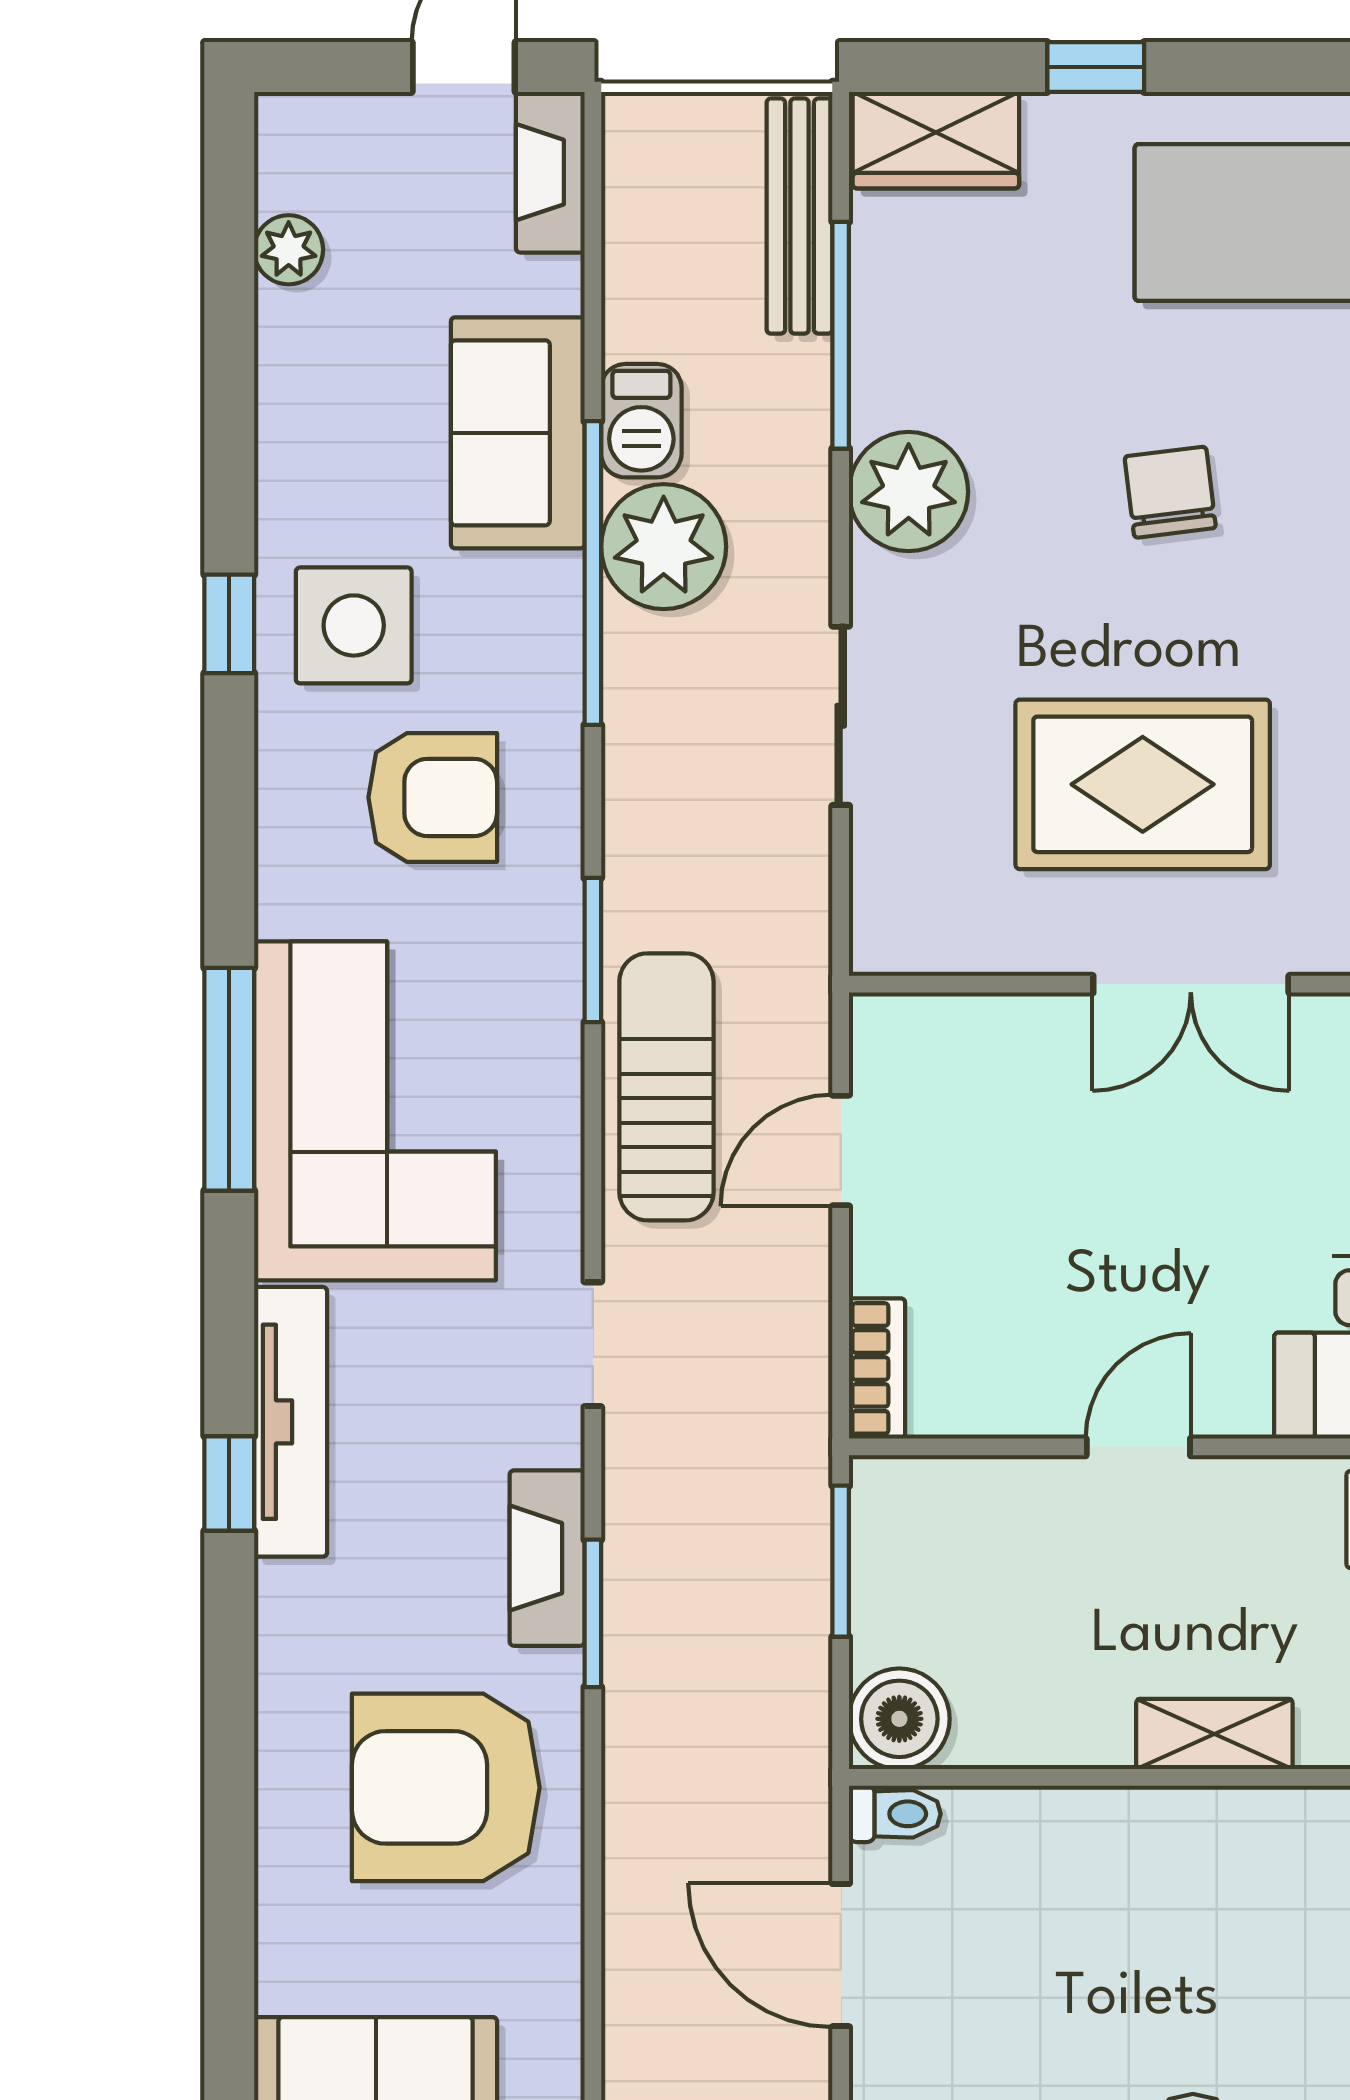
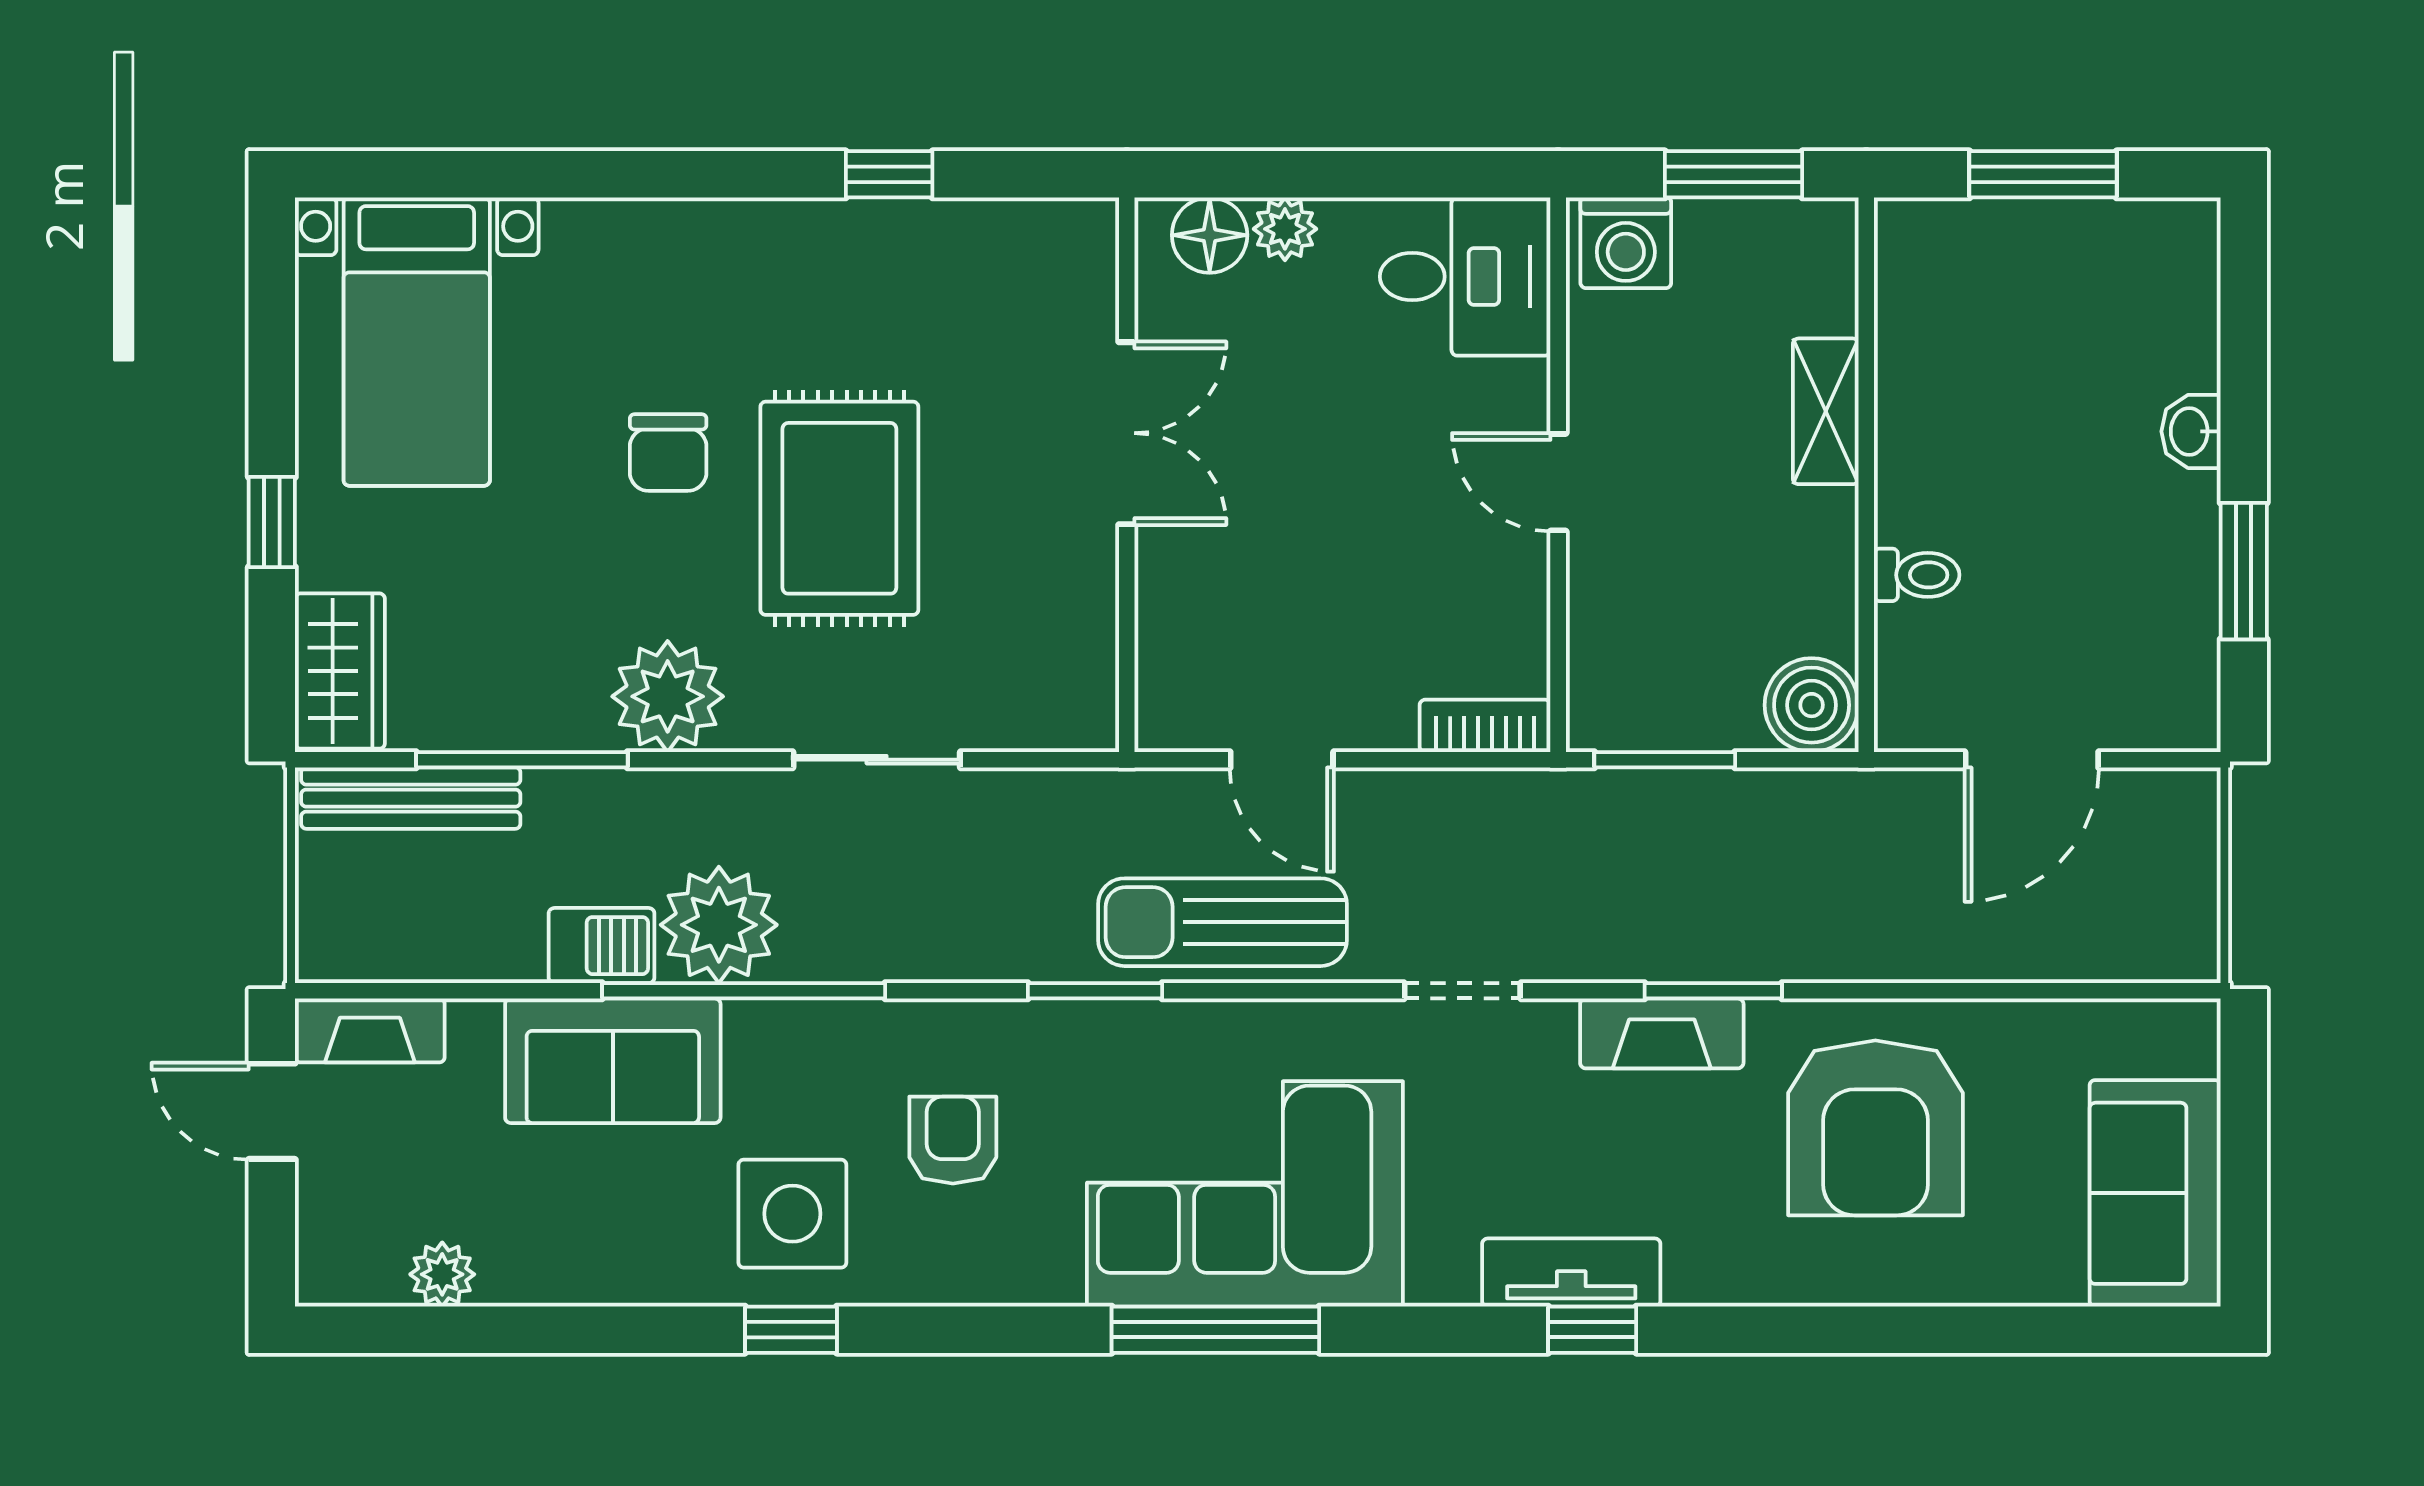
chair: (1170, 492) -> (668, 453), turned -83
rug: (1143, 784) -> (839, 508), moved
armchair: (433, 797) -> (953, 1140), width x0.72, depth x0.72
tv unit: (291, 1422) -> (1571, 1273), width x0.71
toilet: (895, 1814) -> (1917, 575), moved, turned 90

